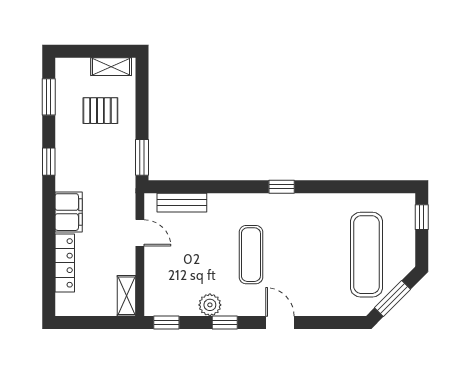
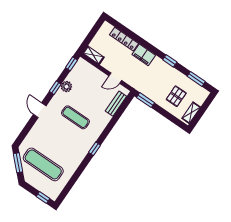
door: (280, 322) -> (40, 110), swing flipped

